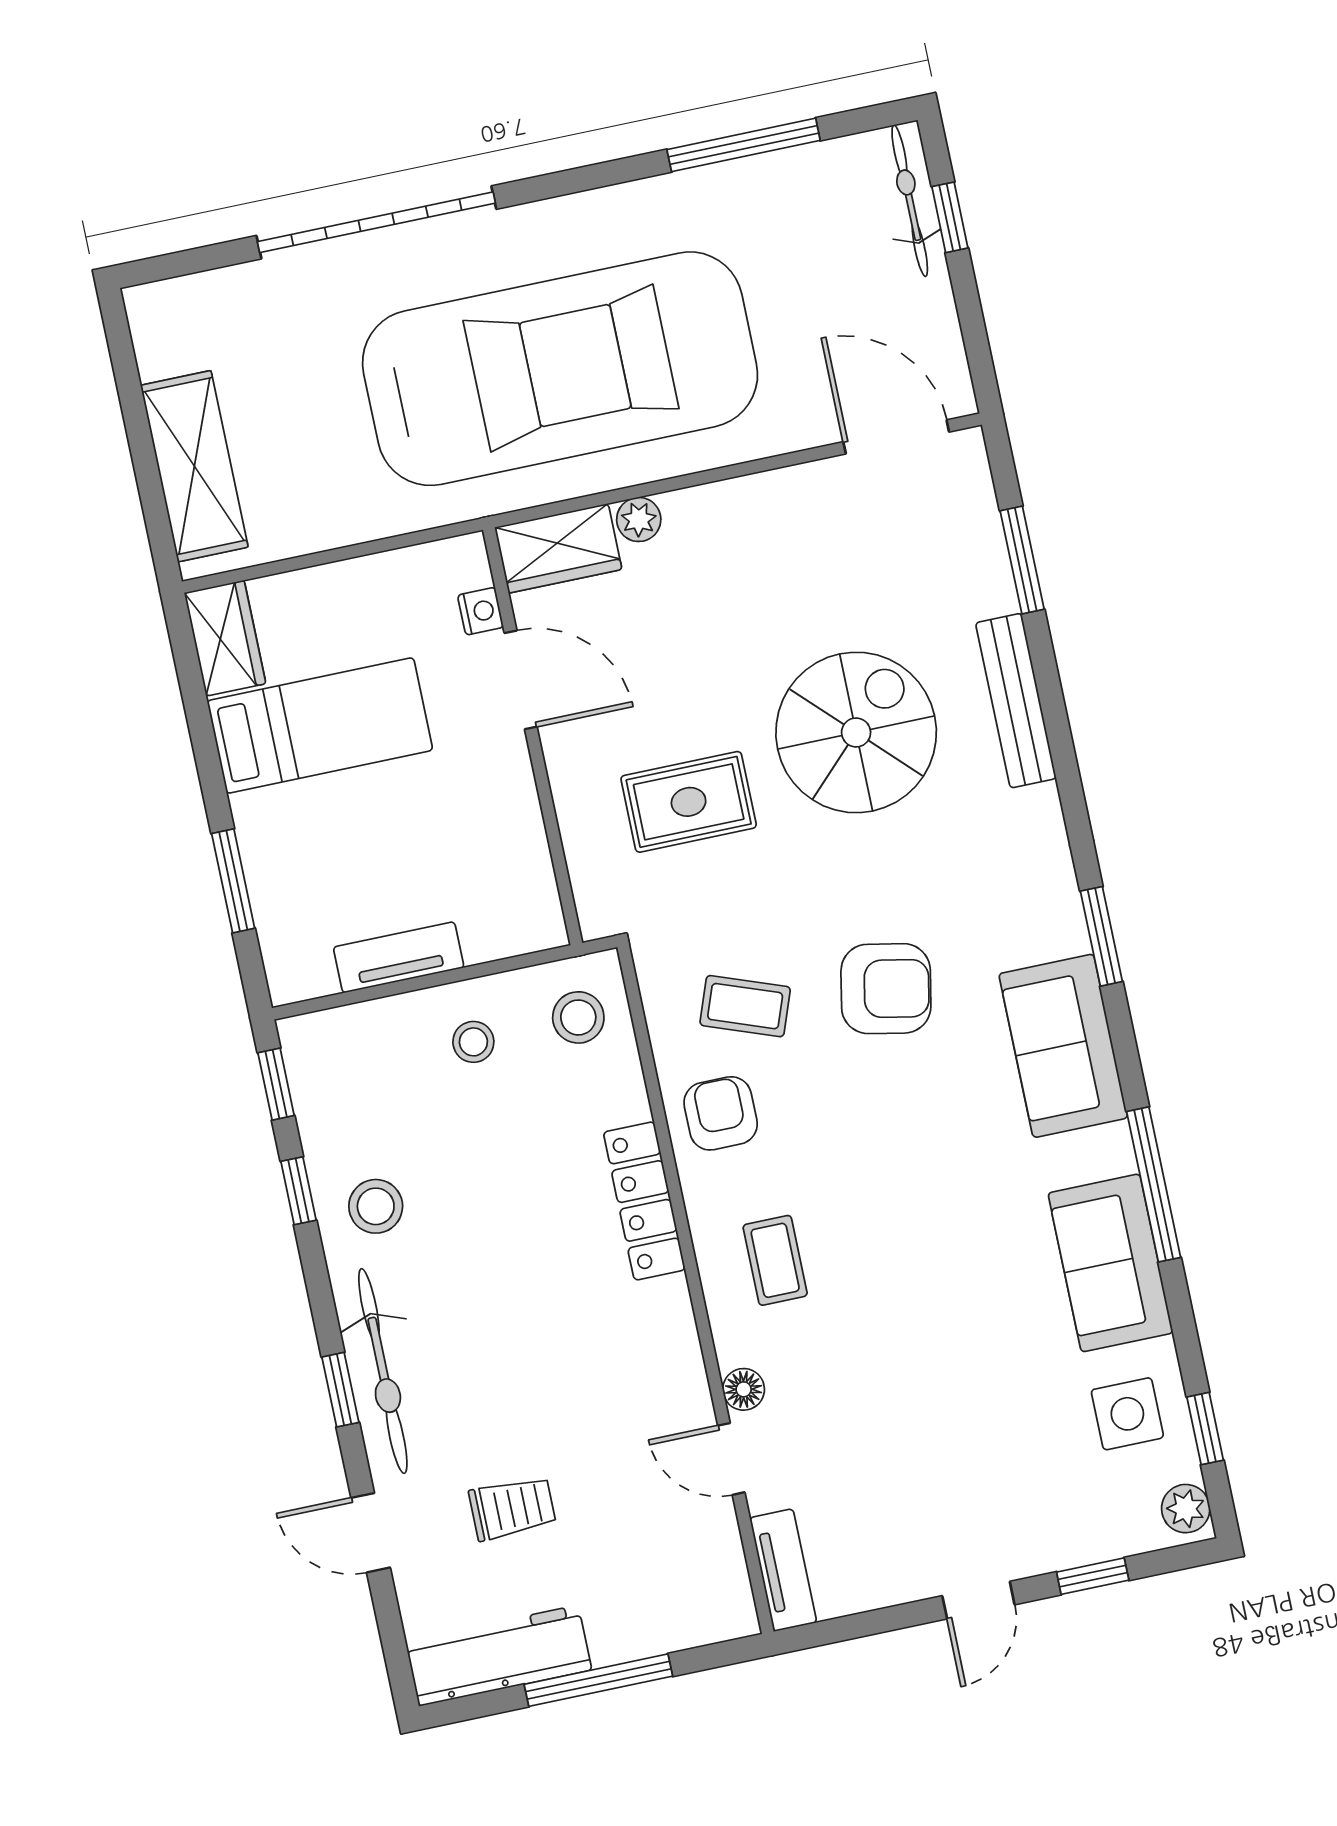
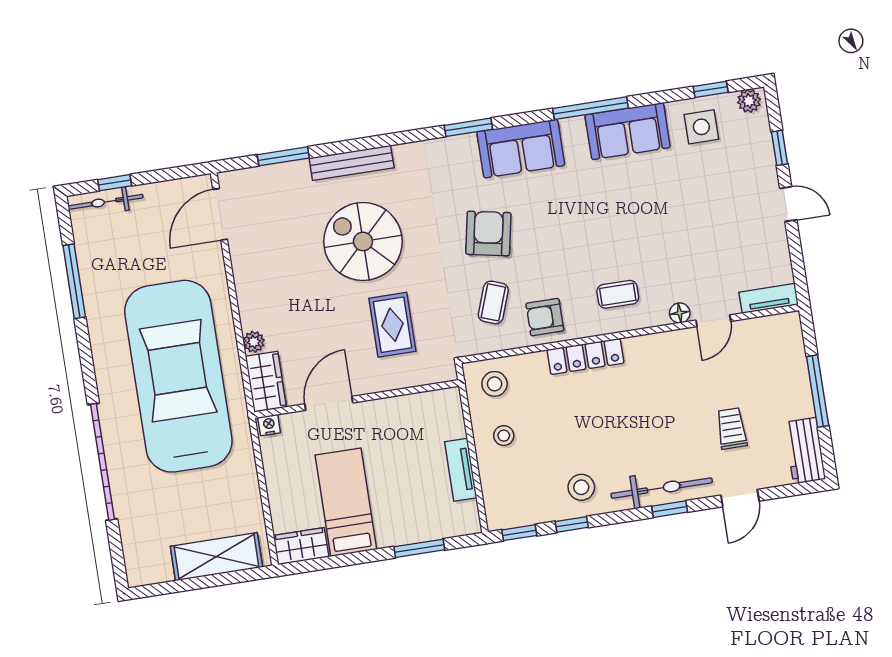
nightstand: (481, 611) -> (269, 425), moved
workbench: (499, 1656) -> (805, 451), width x0.73

